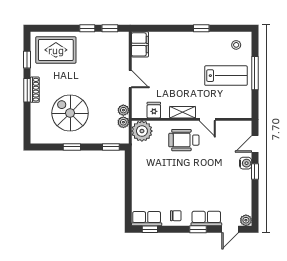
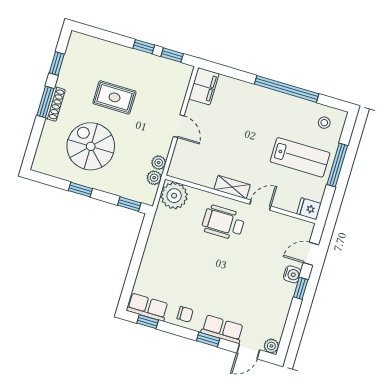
window: (201, 28) -> (287, 89), width x3.17
rug: (56, 50) -> (114, 97), moved, width x0.73, depth x0.70
fridge: (154, 110) -> (309, 209), moved, turned -90
door: (207, 119) -> (260, 205), swing flipped

